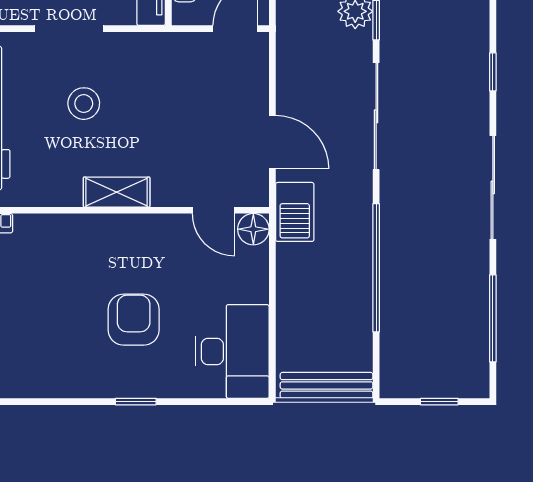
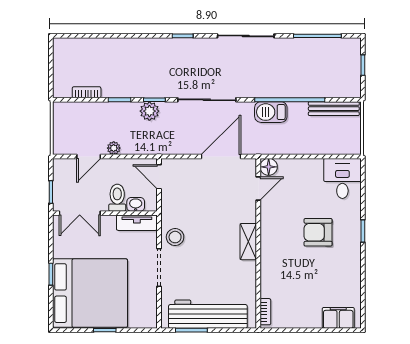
stool: (84, 104) -> (175, 237), moved
door: (272, 142) -> (221, 156), width x1.36
barbecue: (295, 212) -> (271, 112), moved, turned 180
desk: (232, 351) -> (342, 178), width x0.73
bench: (327, 385) -> (334, 109), moved, turned 90

